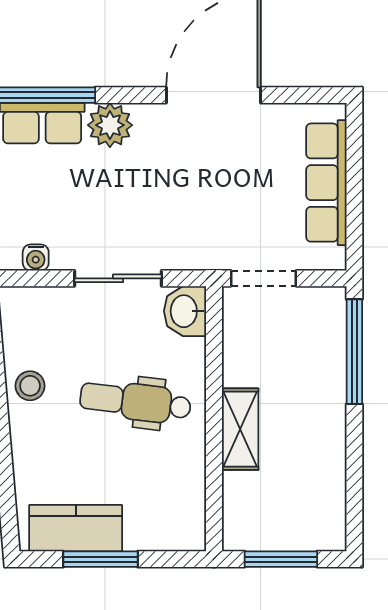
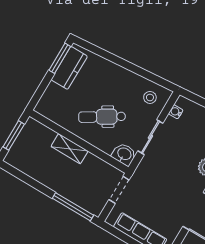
stool: (30, 386) -> (150, 97), moved
dental chair: (135, 402) -> (102, 117), turned -129
window: (101, 559) -> (60, 58), moved

